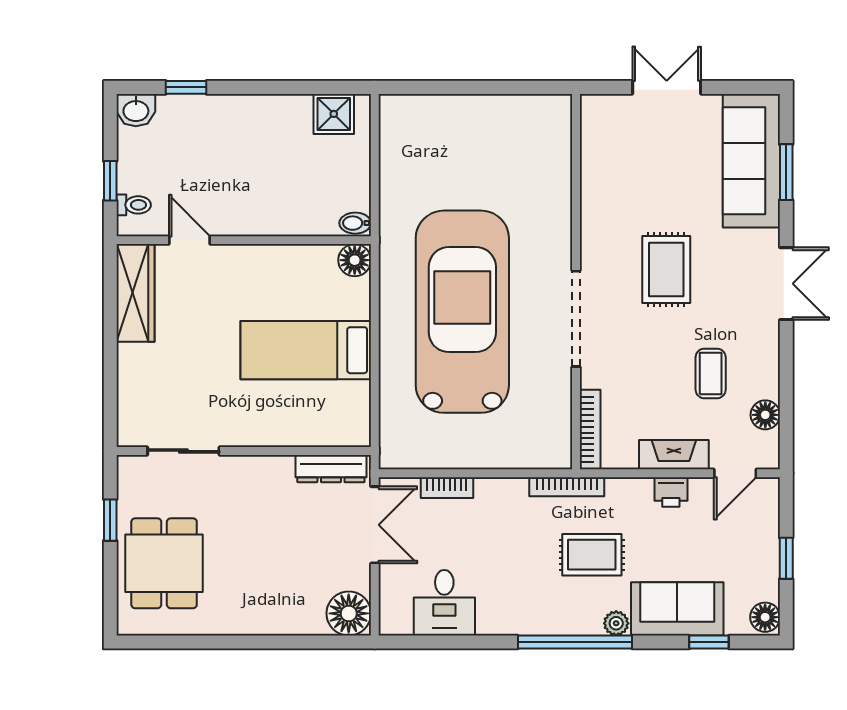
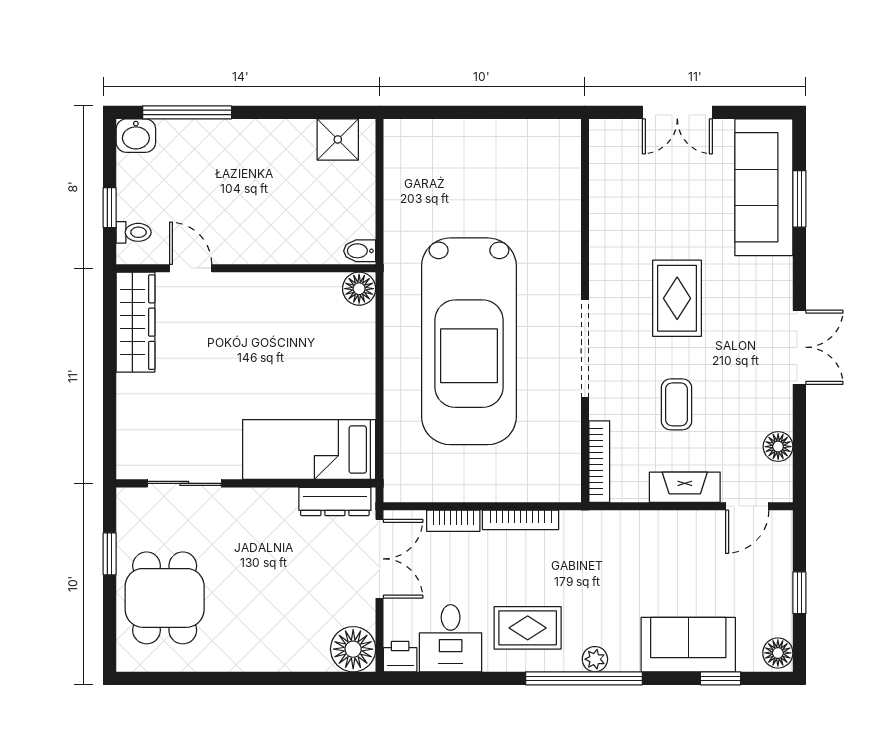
window: (186, 87) -> (187, 112), width x2.17
double door: (667, 87) -> (677, 112), swing flipped
double door: (786, 284) -> (799, 347), moved
car: (462, 312) -> (469, 341), turned 180
bed: (306, 350) -> (309, 450), moved
coffee table: (711, 373) -> (676, 404), moved
bookcase: (567, 487) -> (521, 520), moved
printer: (671, 492) -> (400, 657), moved, turned 180
rug: (592, 555) -> (528, 628), moved
plant: (616, 623) -> (595, 659), moved

